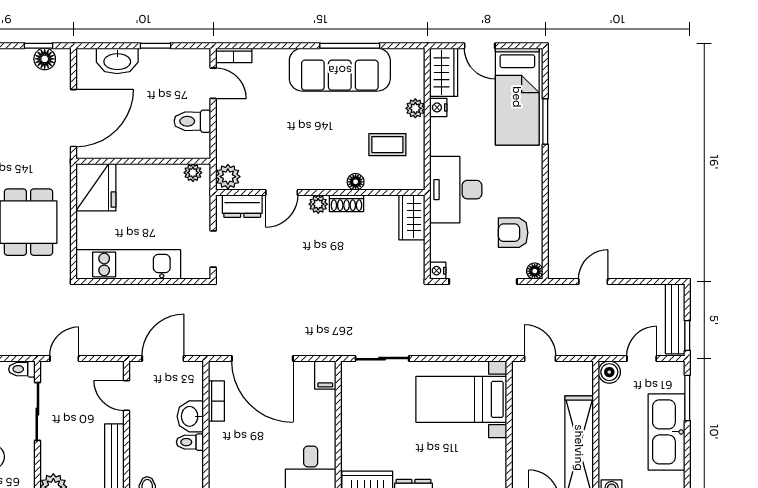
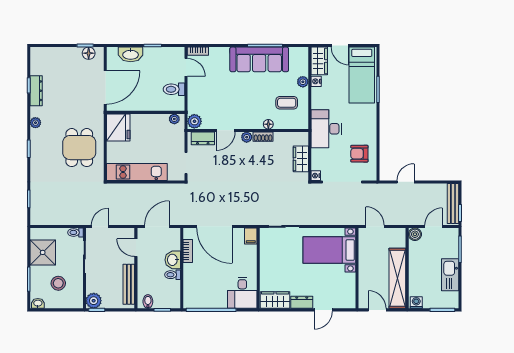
wardrobe: (412, 217) -> (301, 159), moved
floor lamp: (535, 271) -> (372, 176), removed
kitchen sink: (667, 432) -> (450, 275), width x0.73, depth x0.81

